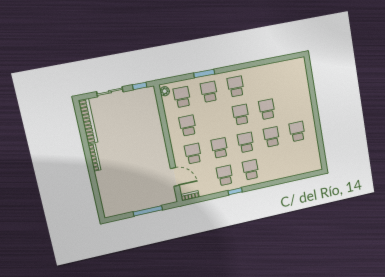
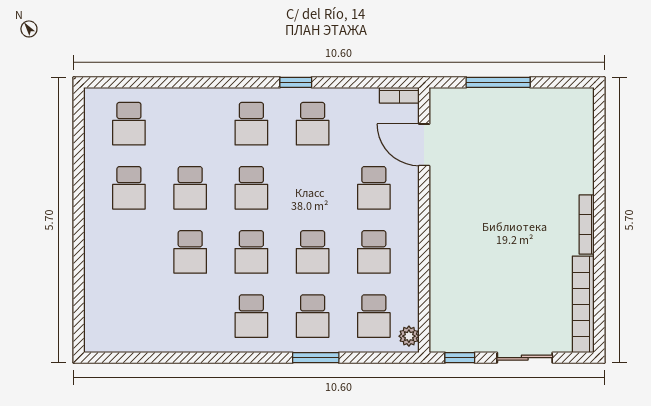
school desk: (220, 148) -> (313, 252), moved
school desk: (302, 158) -> (129, 124), added

